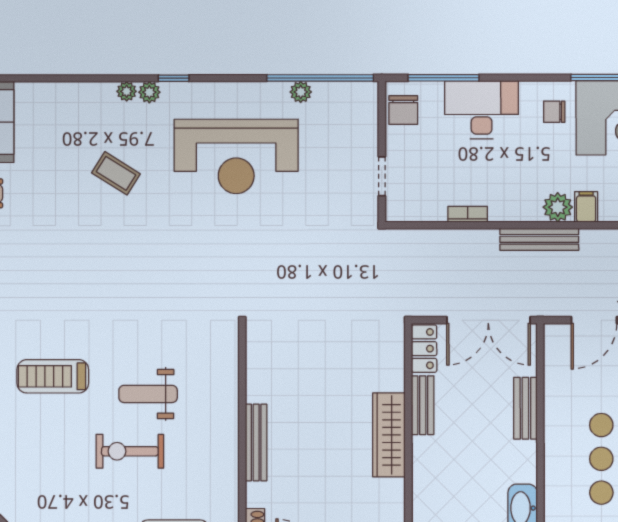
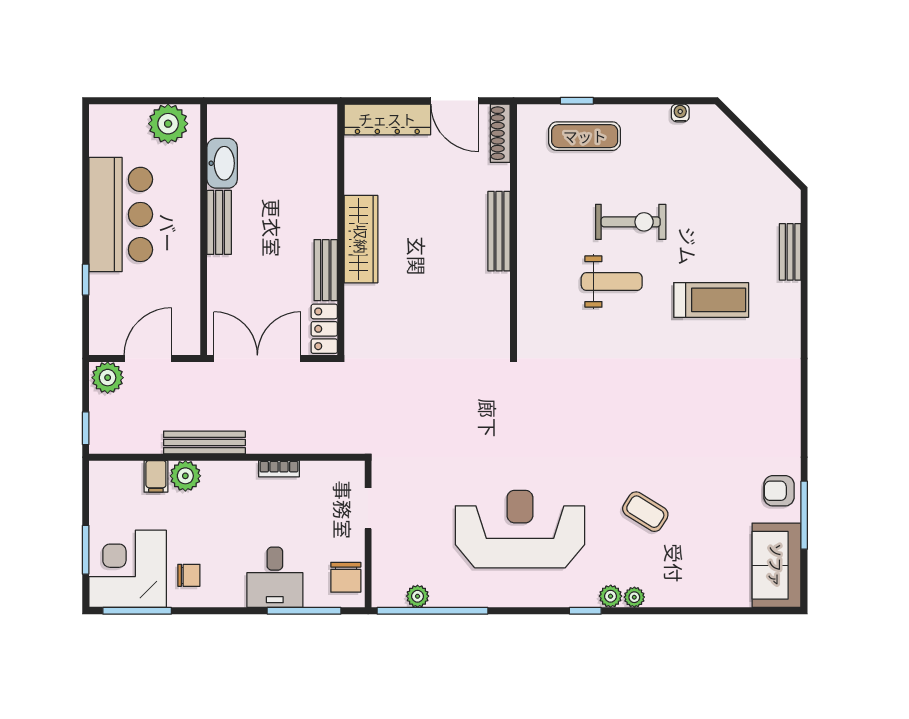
plant: (301, 92) -> (418, 596), moved
chair: (403, 110) -> (346, 577), turned 180
desk: (482, 110) -> (275, 577), width x0.73
bench: (525, 408) -> (219, 222), moved

